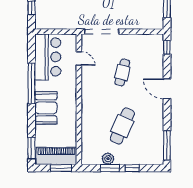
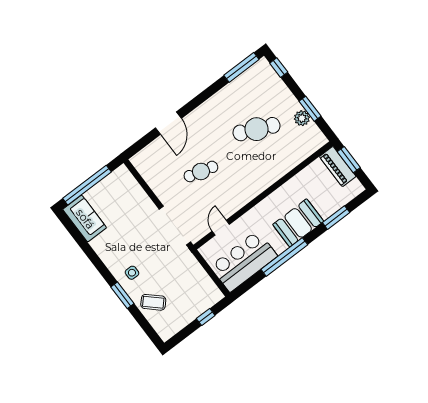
window: (167, 47) -> (140, 145), removed
door: (167, 89) -> (168, 123), moved
window: (32, 148) -> (336, 218), moved
piano: (57, 156) -> (338, 167), width x0.73, depth x0.75
window: (132, 168) -> (279, 68), moved

